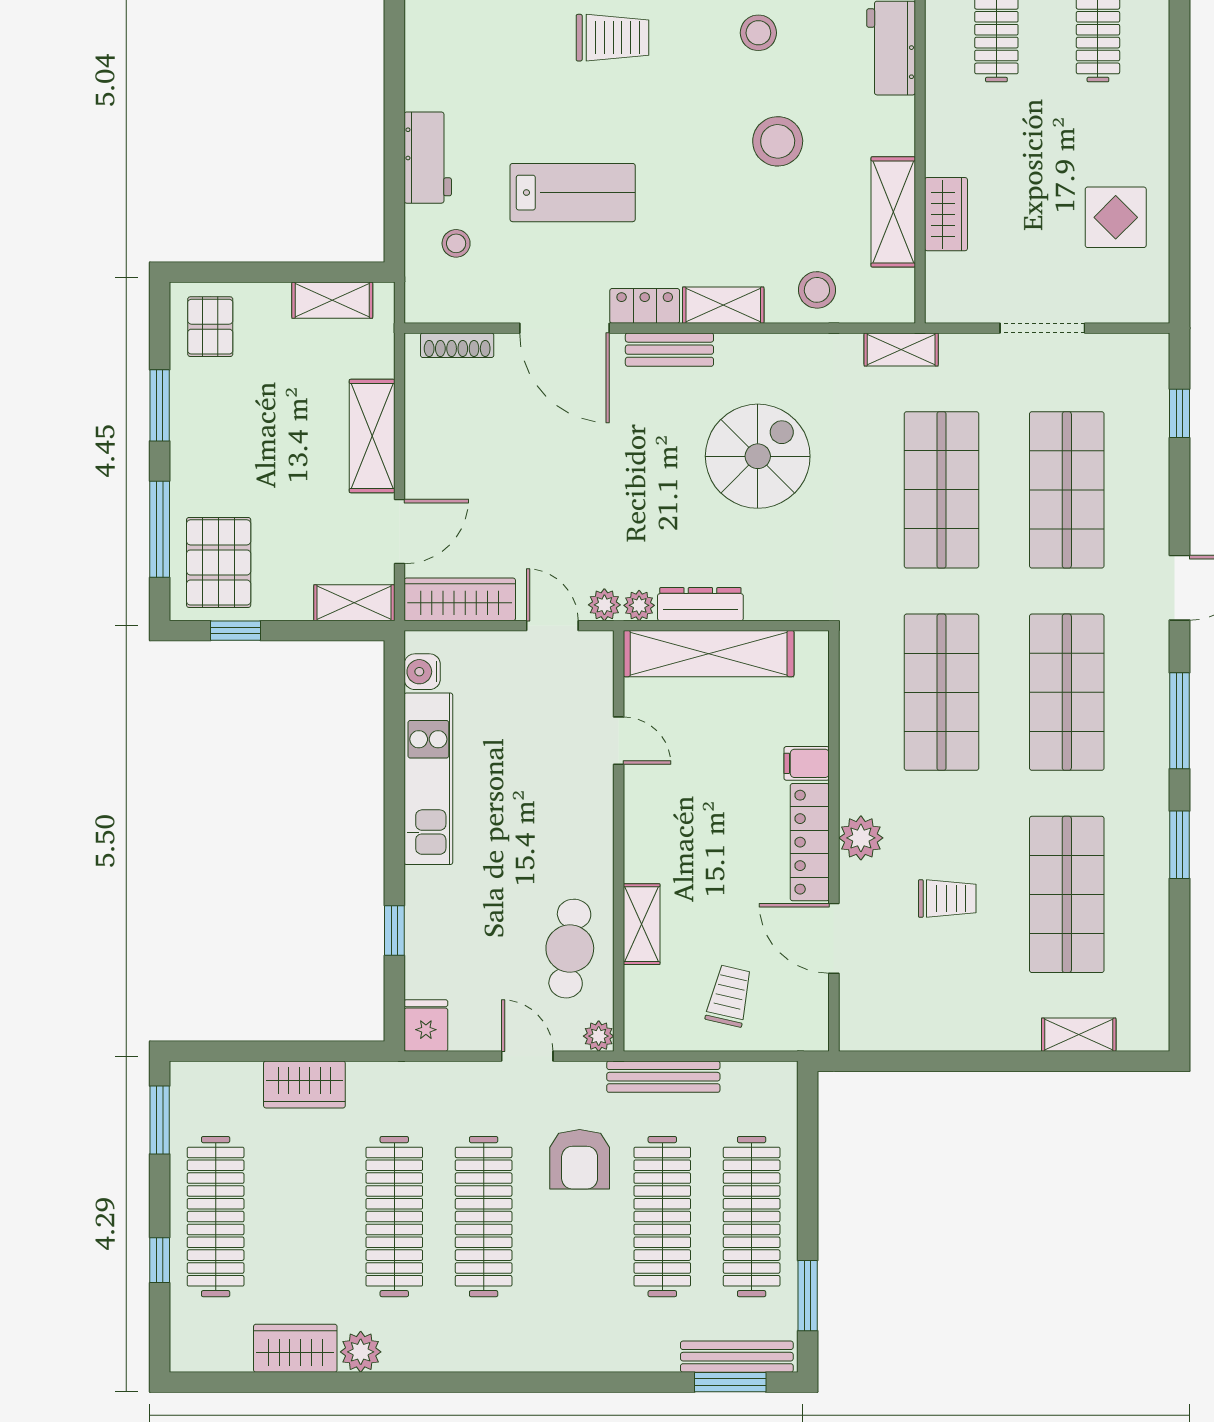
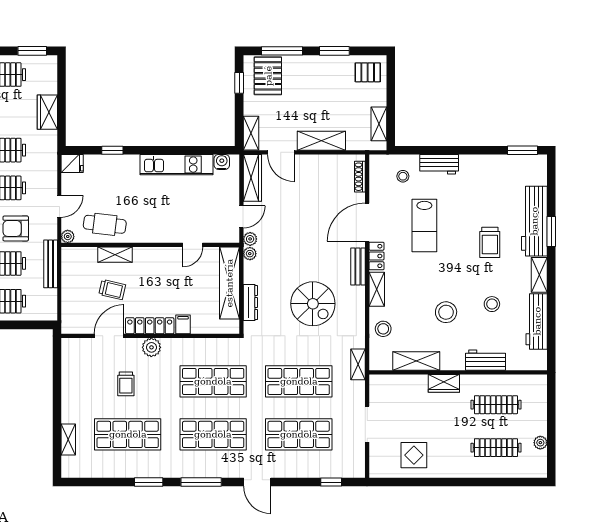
wardrobe: (946, 214) -> (444, 383), moved
pallet: (219, 562) -> (268, 76), turned 90
dresser: (700, 604) -> (250, 303), moved
trolley: (729, 996) -> (112, 290), moved

